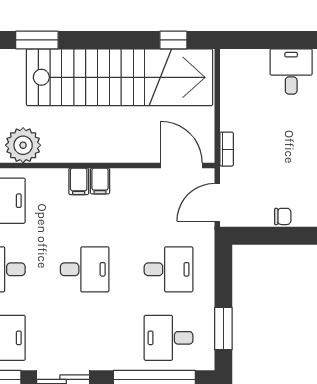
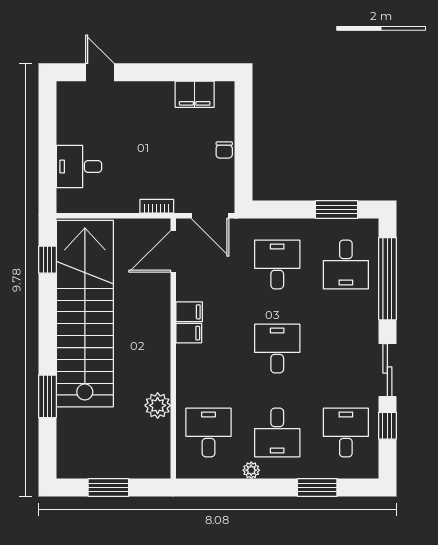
desk: (291, 71) -> (79, 166), moved
plant: (23, 145) -> (158, 405), width x0.73, depth x0.73
filing cabinet: (79, 181) -> (189, 312), moved
chair: (283, 216) -> (224, 150), turned 180

